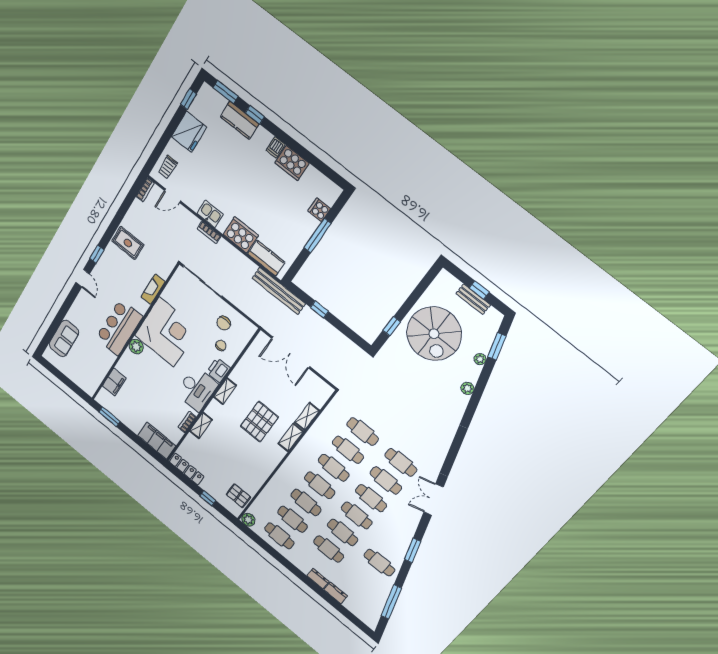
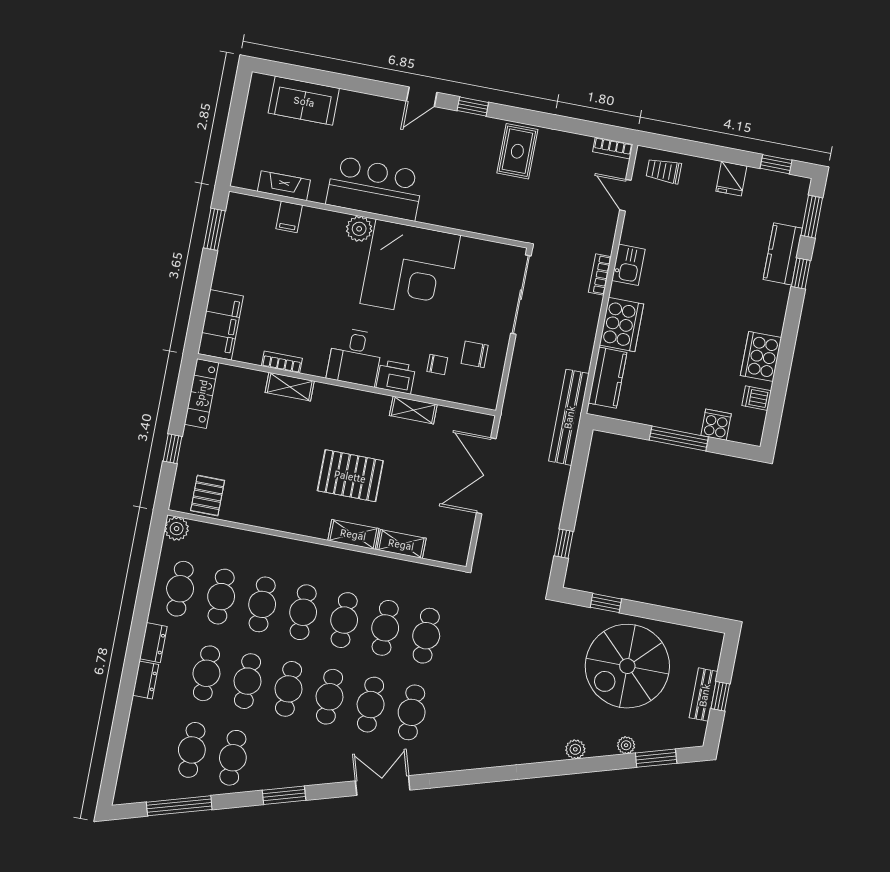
fridge: (189, 132) -> (731, 179), width x0.53, depth x0.75
dishwasher: (276, 147) -> (757, 398), moved
fireplace: (153, 289) -> (284, 186), moved
window: (319, 309) -> (564, 544), moved
filing cabinet: (114, 382) -> (289, 217), width x0.50
desk: (197, 389) -> (355, 357), width x0.73
shelving: (225, 391) -> (413, 410), moved
cafe table: (365, 579) -> (192, 750), added
dresser: (336, 593) -> (153, 643), moved

